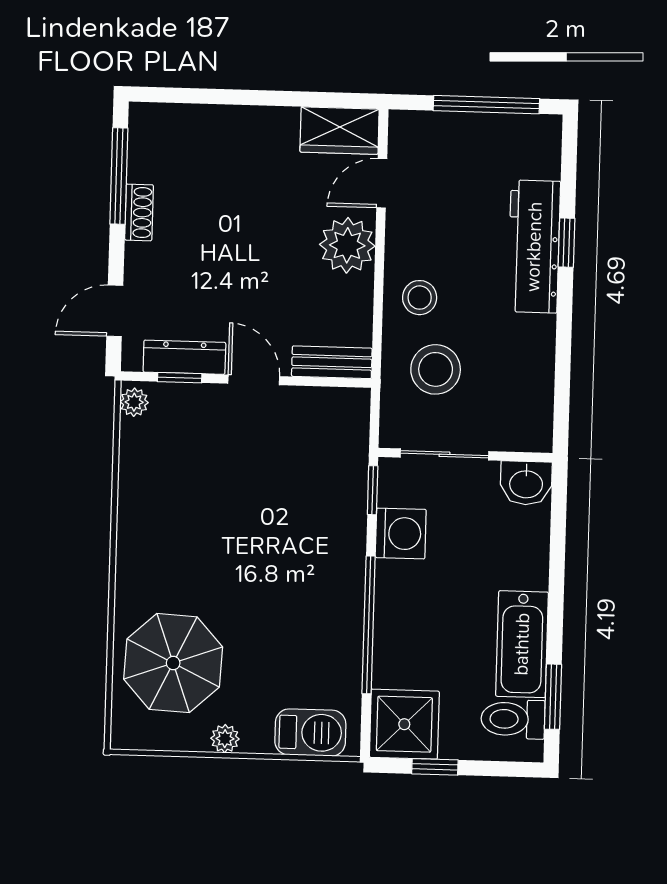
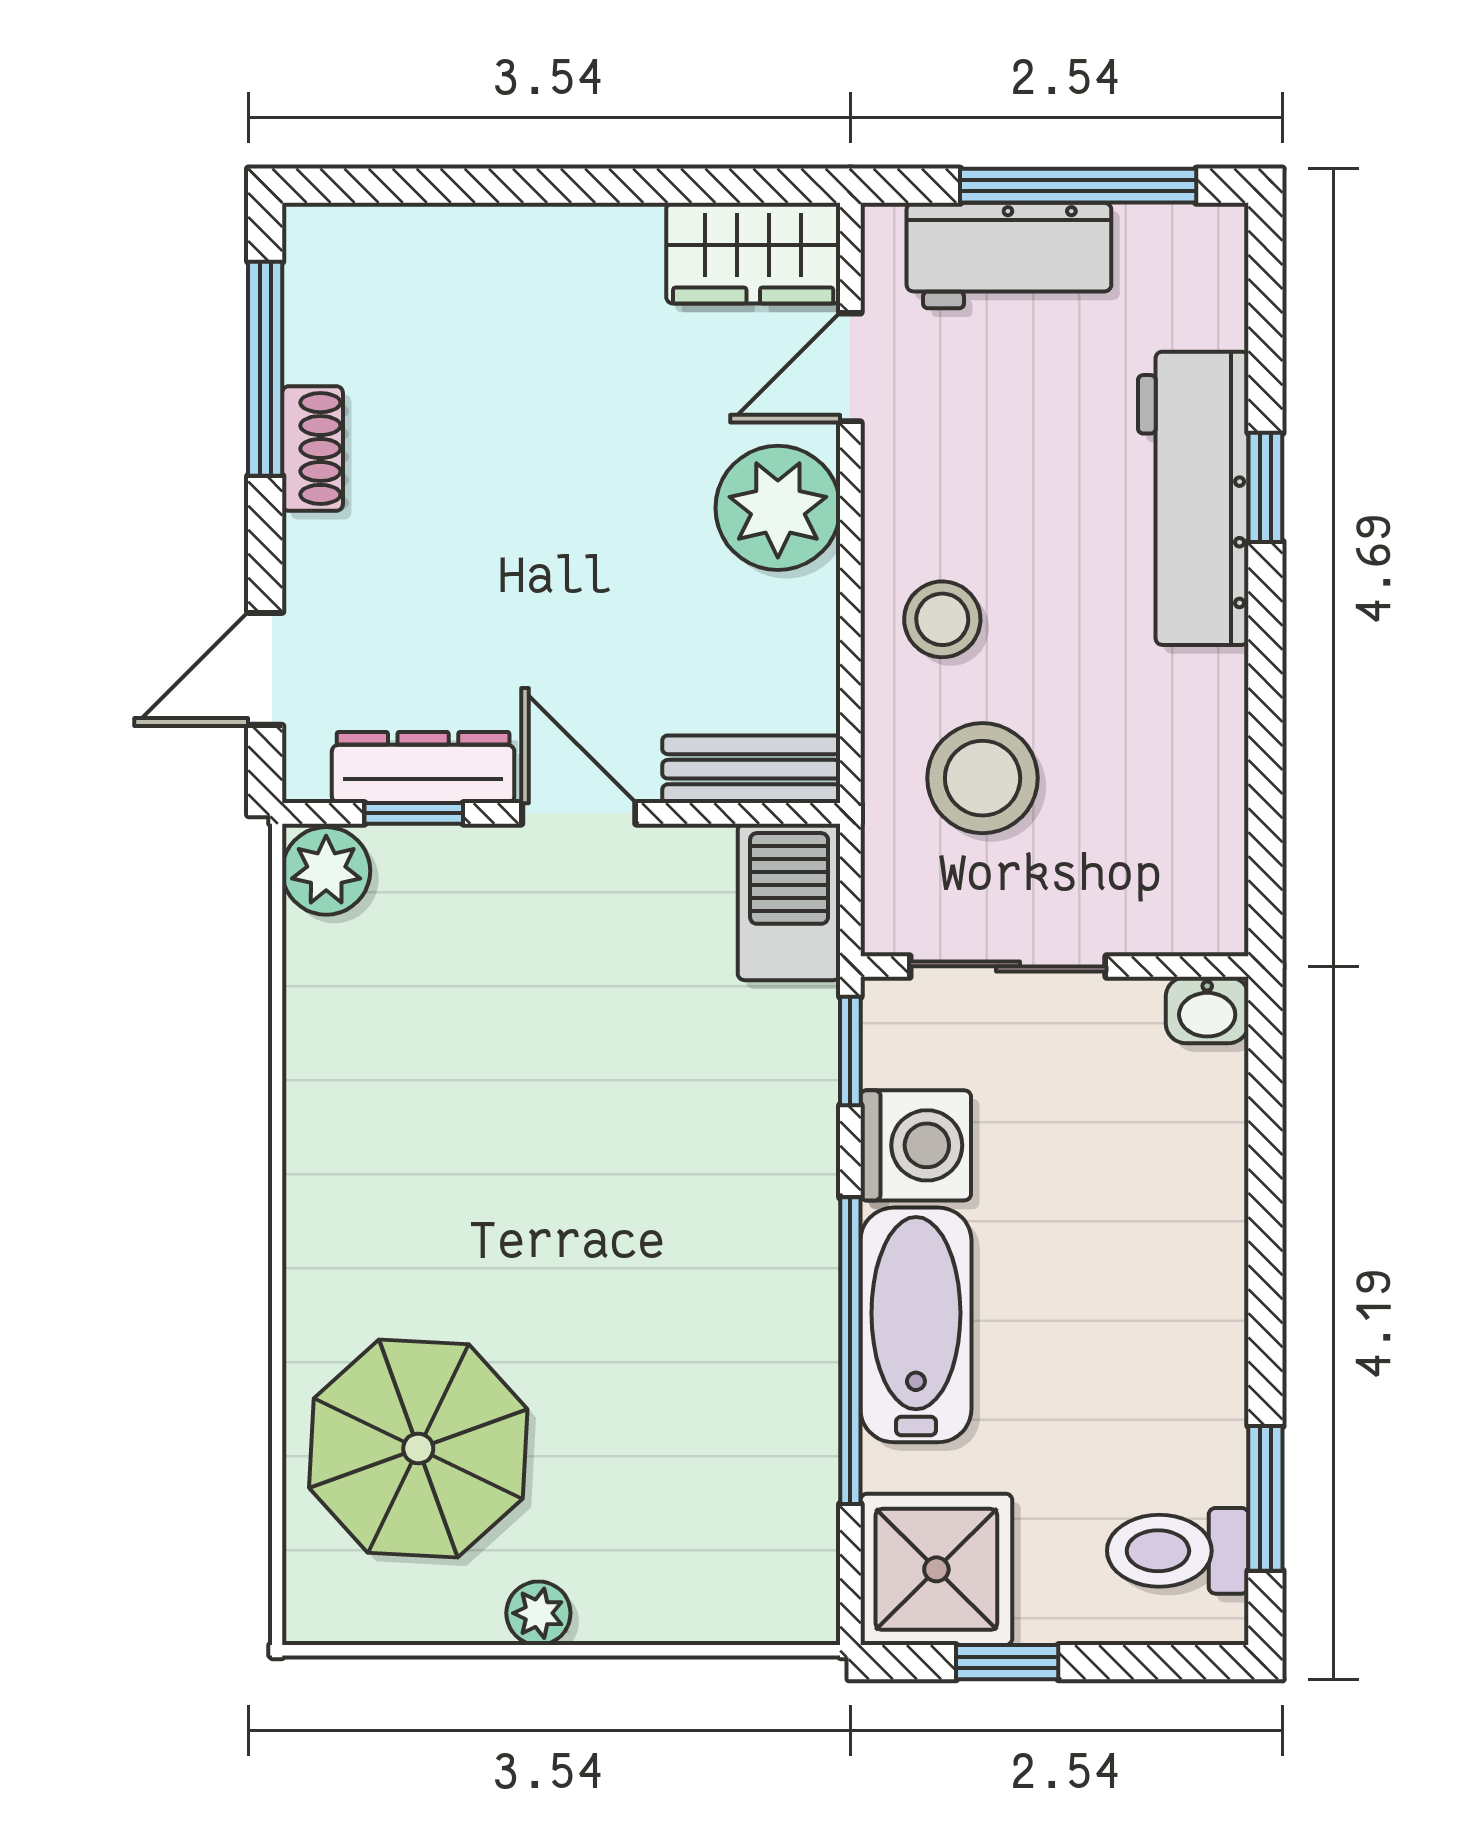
workbench: (454, 135) -> (1009, 256), added
plant: (134, 402) -> (326, 871), width x1.38, depth x1.38
washbasin: (526, 483) -> (1207, 1010), width x0.72, depth x0.69
bathtub: (522, 644) -> (916, 1325), moved, turned 180
barbecue: (310, 733) -> (789, 902), moved, turned -90

